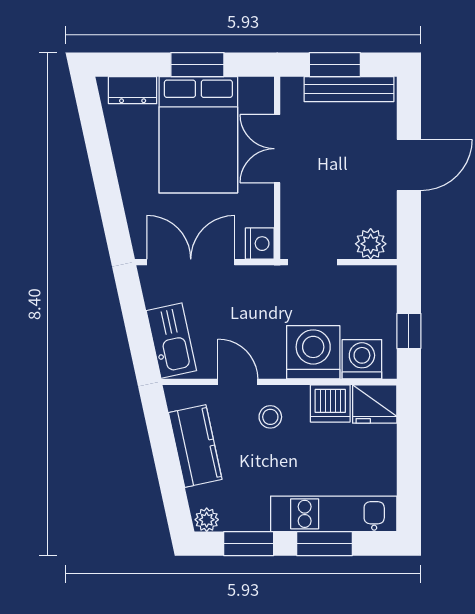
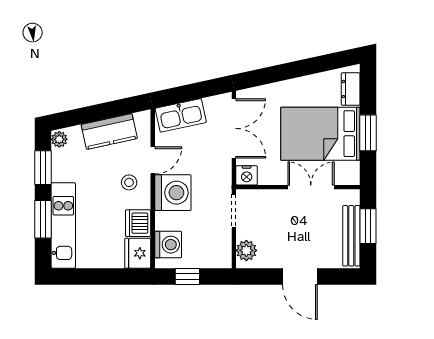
washing machine: (313, 352) -> (173, 193), moved

